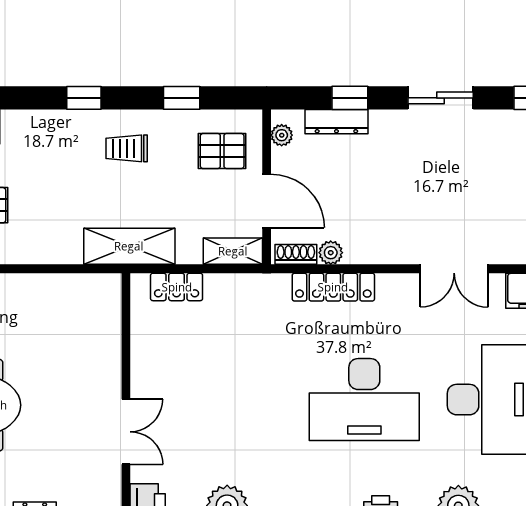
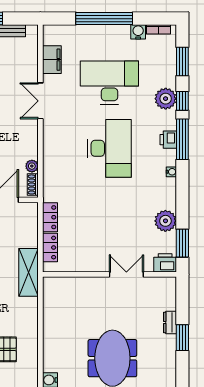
shelving: (233, 251) -> (31, 218), removed
double door: (454, 269) -> (40, 101), swing flipped
locker: (333, 287) -> (50, 217), moved, width x0.66

